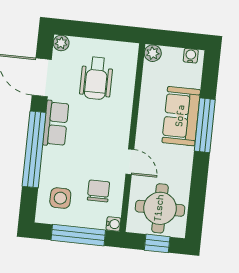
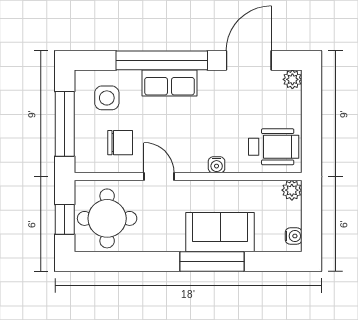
wheelchair: (96, 78) -> (274, 147), moved, turned 180
row of seats: (56, 123) -> (170, 83), moved
door: (130, 162) -> (159, 177), swing flipped
water cooler: (113, 224) -> (217, 165), moved

